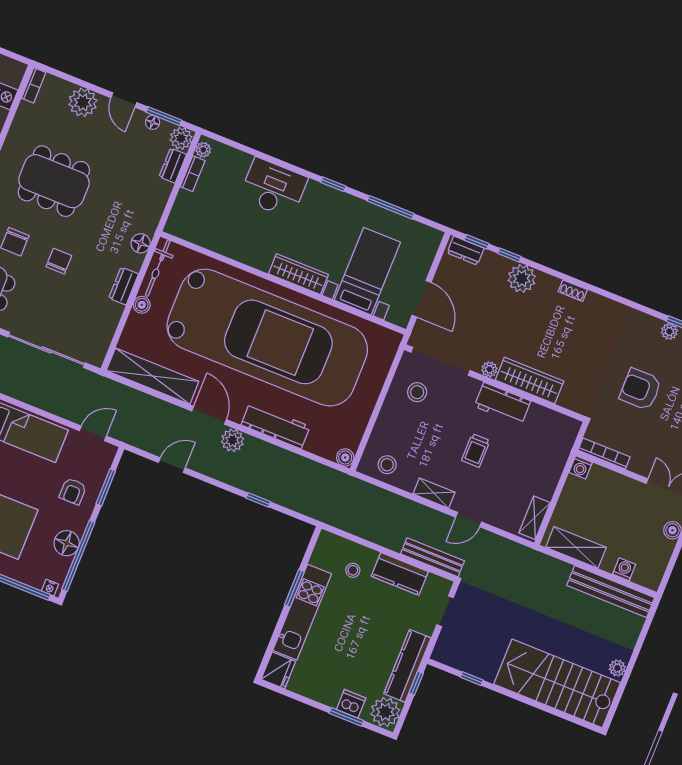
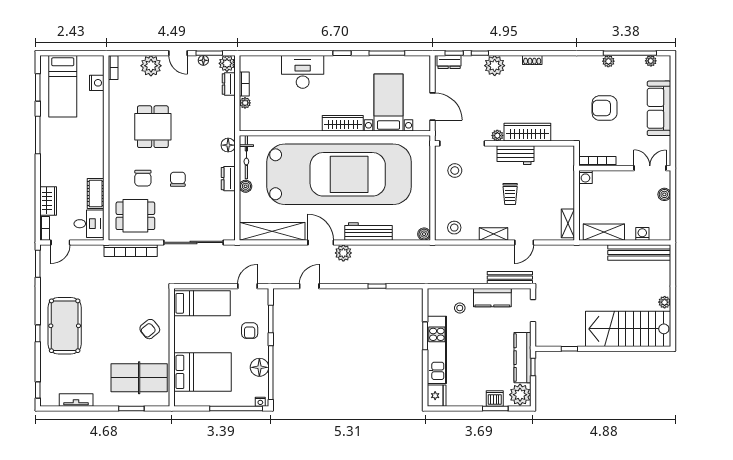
plant: (203, 150) -> (245, 103), moved
dining table: (54, 181) -> (153, 127), width x0.73

